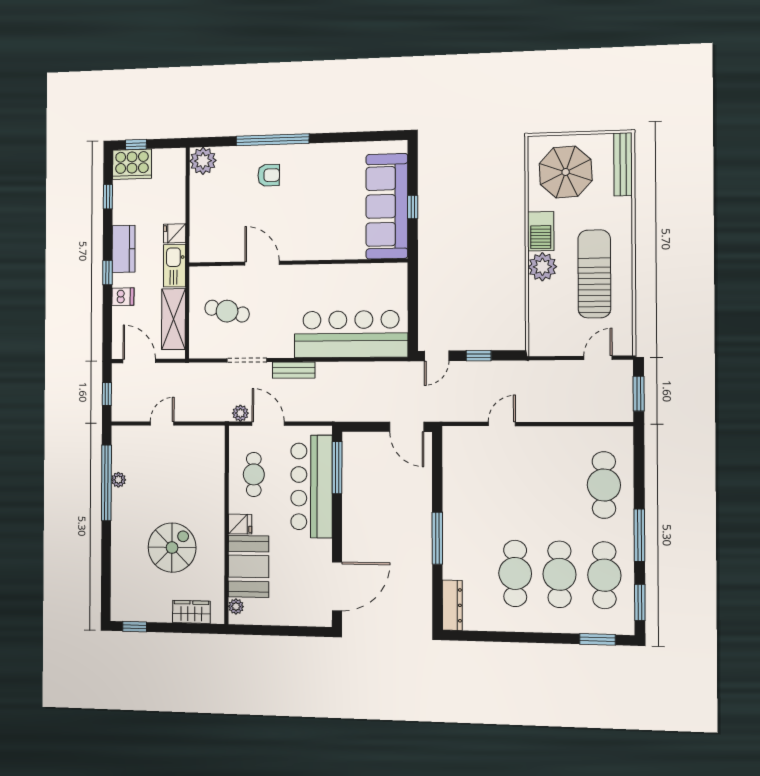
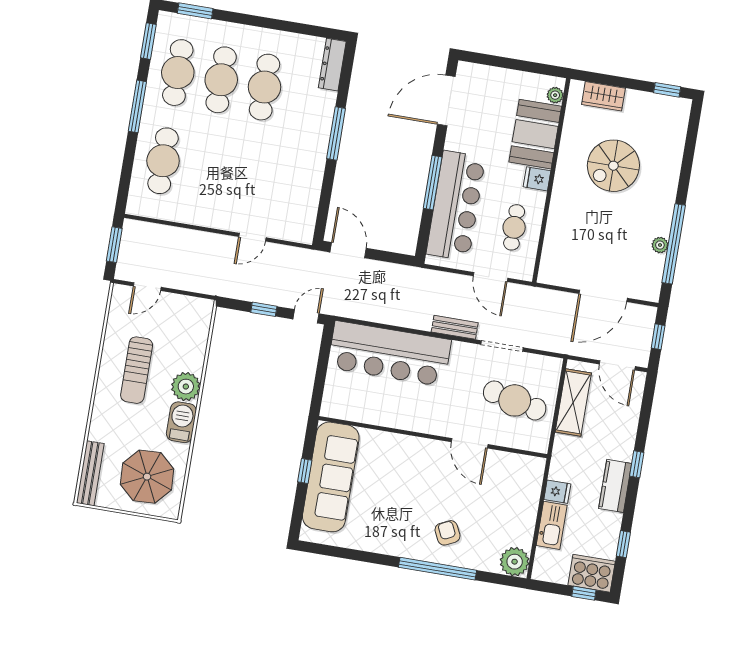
armchair: (269, 175) -> (448, 533), turned 64
kitchen sink: (175, 266) -> (552, 525), moved
sun lounger: (594, 274) -> (137, 370), width x0.73, depth x0.75
dishwasher: (123, 297) -> (624, 436), removed
cafe table: (227, 311) -> (515, 400), width x1.37, depth x1.35
plant: (240, 413) -> (518, 293), removed
door: (162, 423) -> (603, 296), width x1.88
window: (337, 468) -> (433, 183), moved

